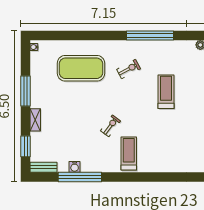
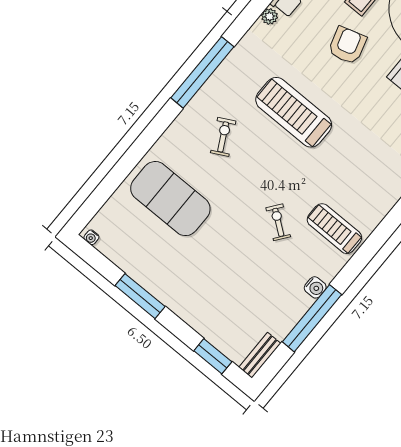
exercise mat: (81, 68) -> (170, 199), turned 90
treadmill: (166, 92) -> (294, 112), width x1.37, depth x1.38
shelving: (35, 120) -> (188, 315), removed
water cooler: (75, 167) -> (315, 287), moved

